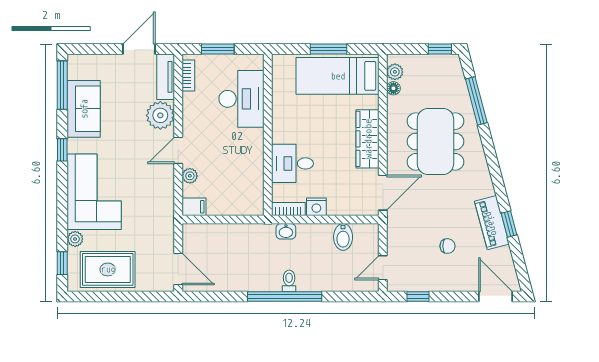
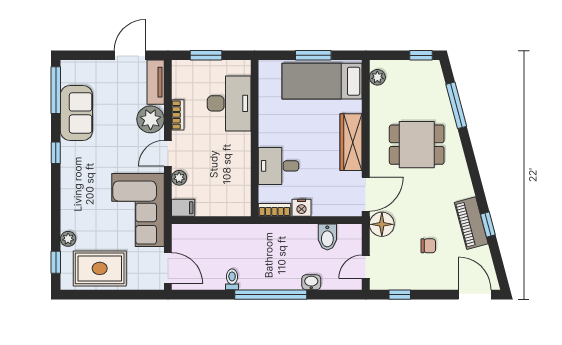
bookcase: (188, 76) -> (178, 115), moved
floor lamp: (393, 88) -> (382, 224), moved, width x1.89, depth x1.89
dining table: (435, 141) -> (417, 145), width x0.73
corner sofa: (94, 192) -> (138, 210), moved, turned 180
washbasin: (286, 231) -> (311, 282), moved, turned 180
toilet: (289, 281) -> (232, 279), moved

